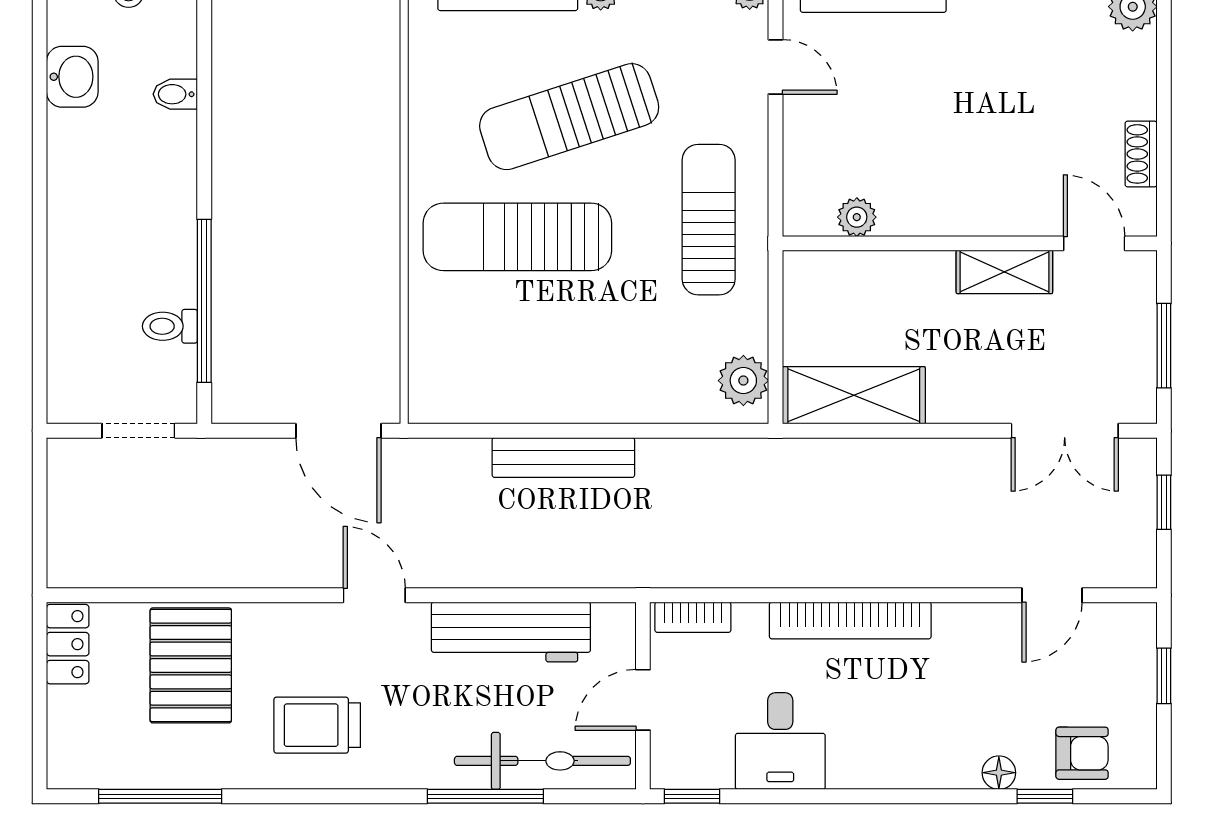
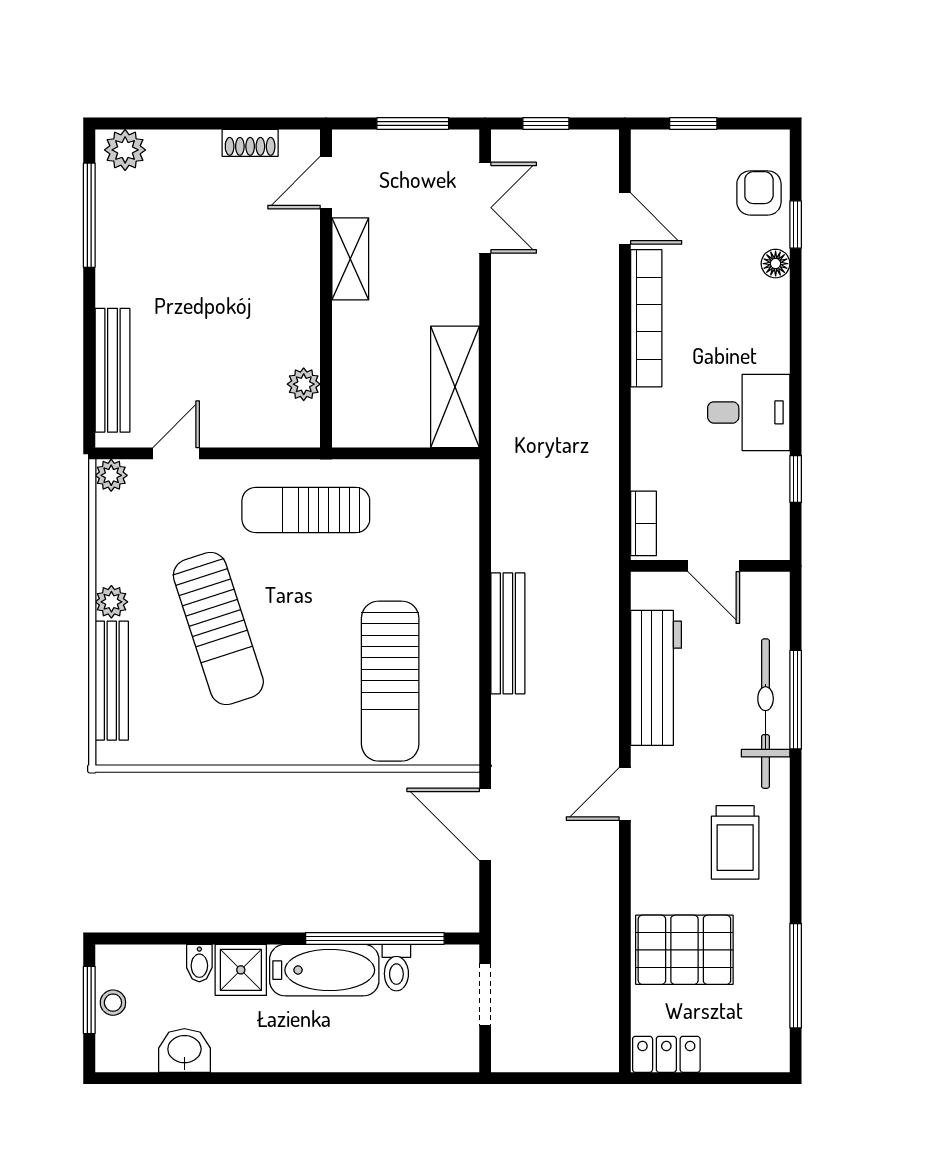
shower: (167, 143) -> (241, 970), added
sun lounger: (517, 237) -> (390, 681), moved
bathtub: (167, 241) -> (324, 970), added
plant: (743, 381) -> (442, 481), removed
door: (338, 431) -> (485, 824), swing flipped
bookcase: (850, 620) -> (646, 318), moved
desk: (780, 741) -> (749, 412), moved
bicycle: (542, 761) -> (766, 714), moved
window: (692, 796) -> (796, 479), moved

